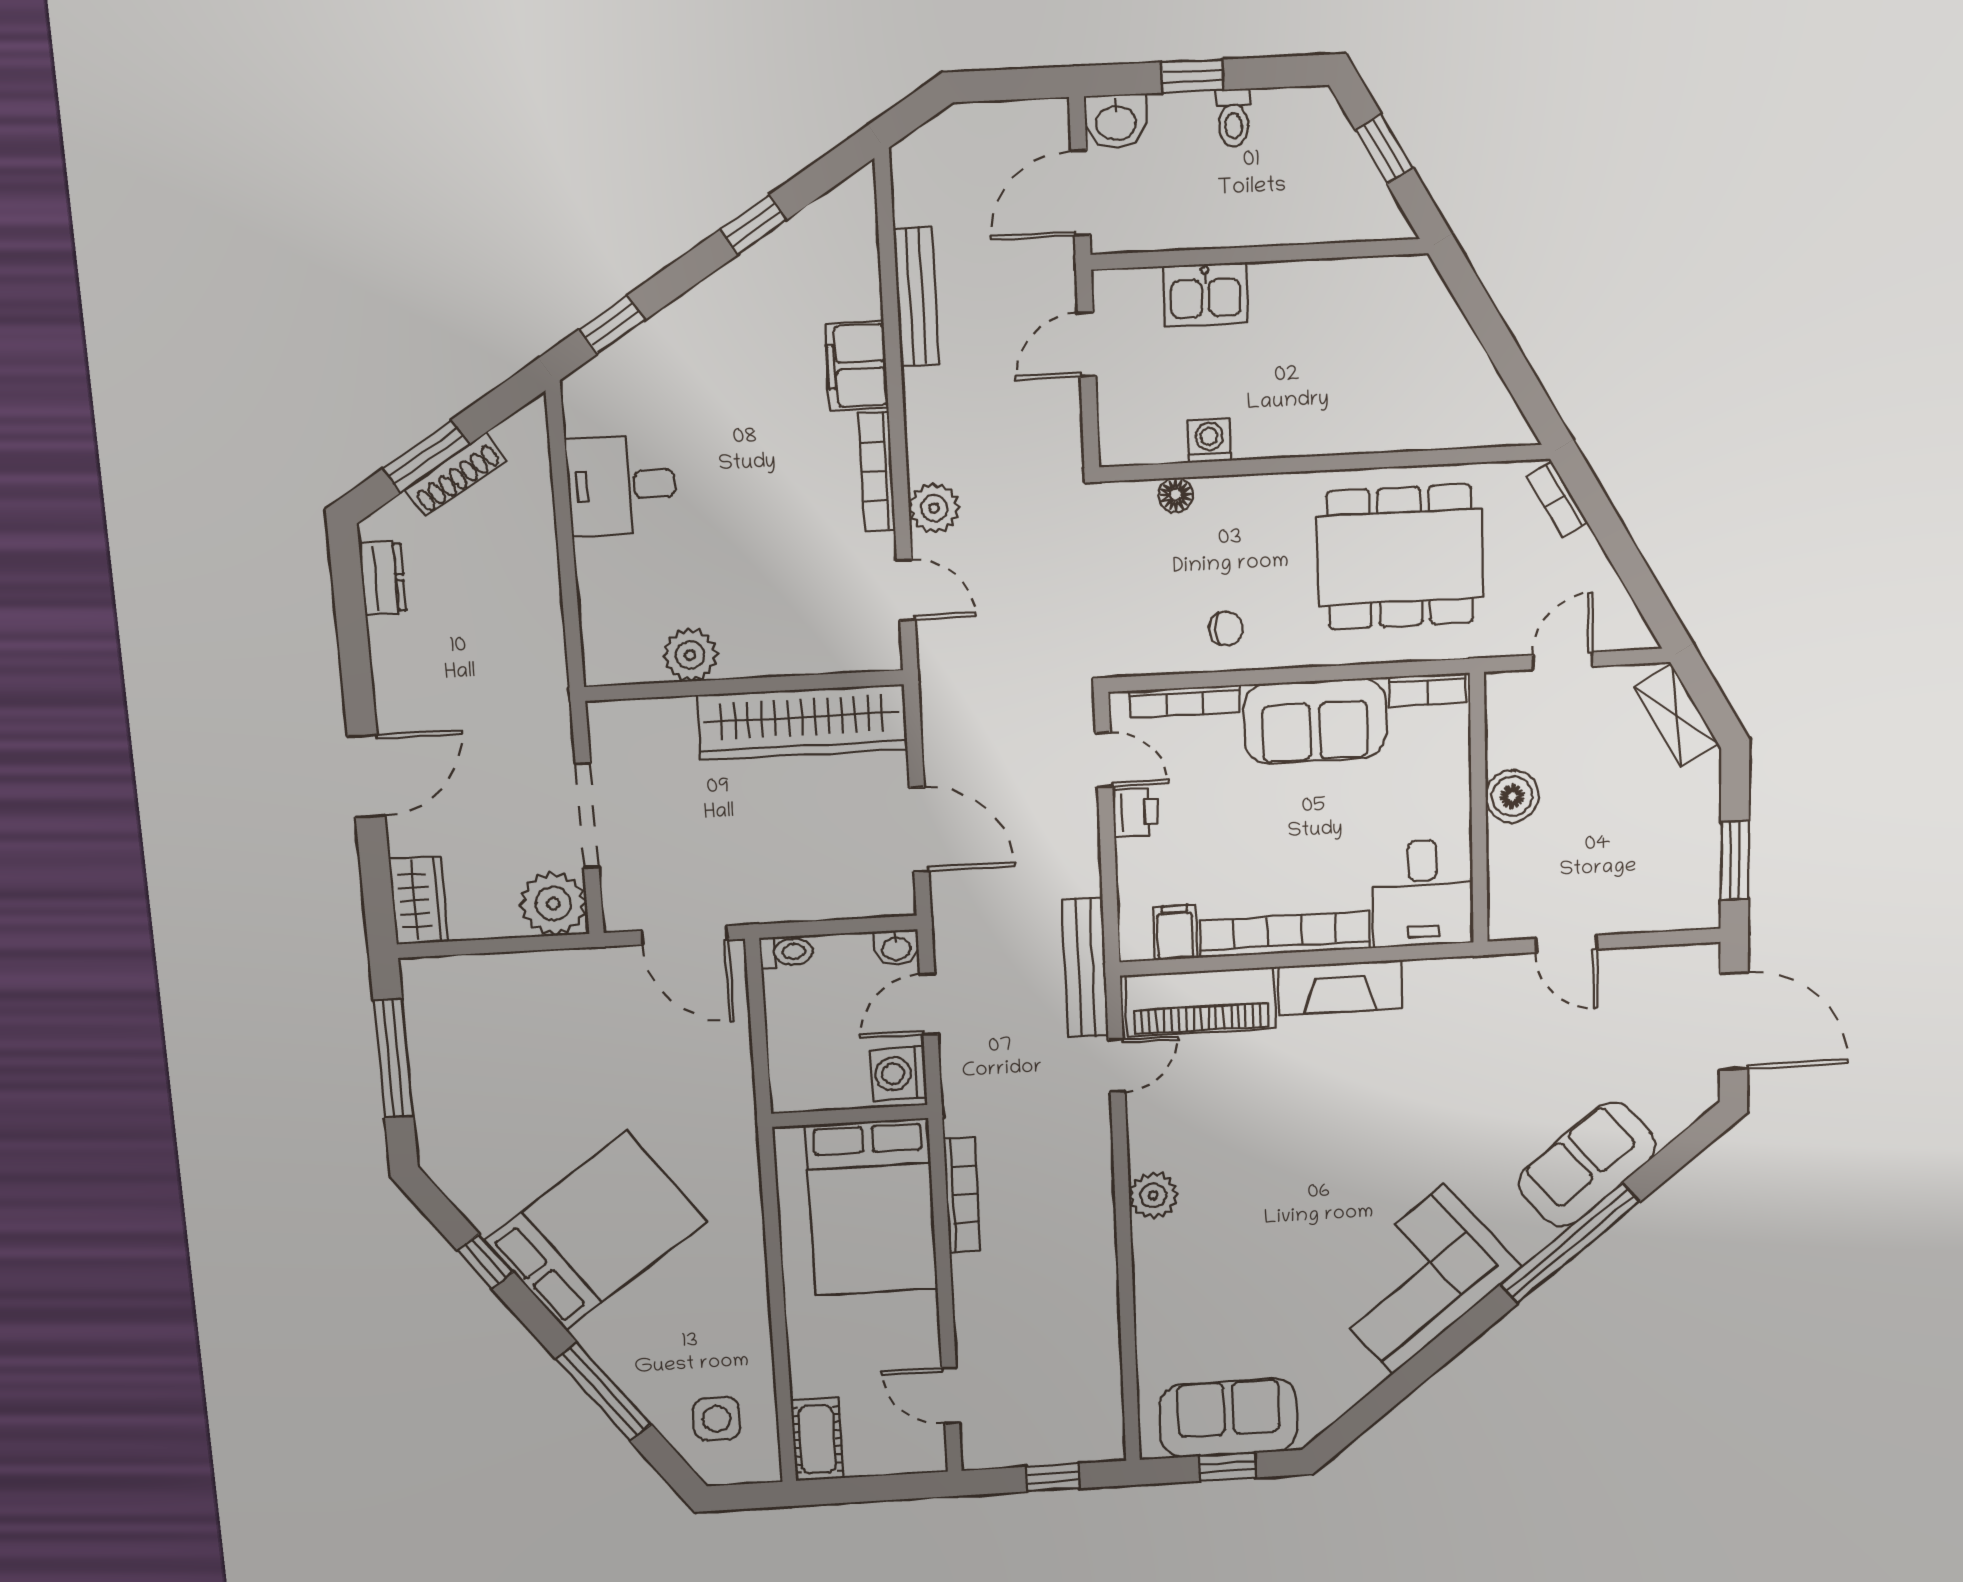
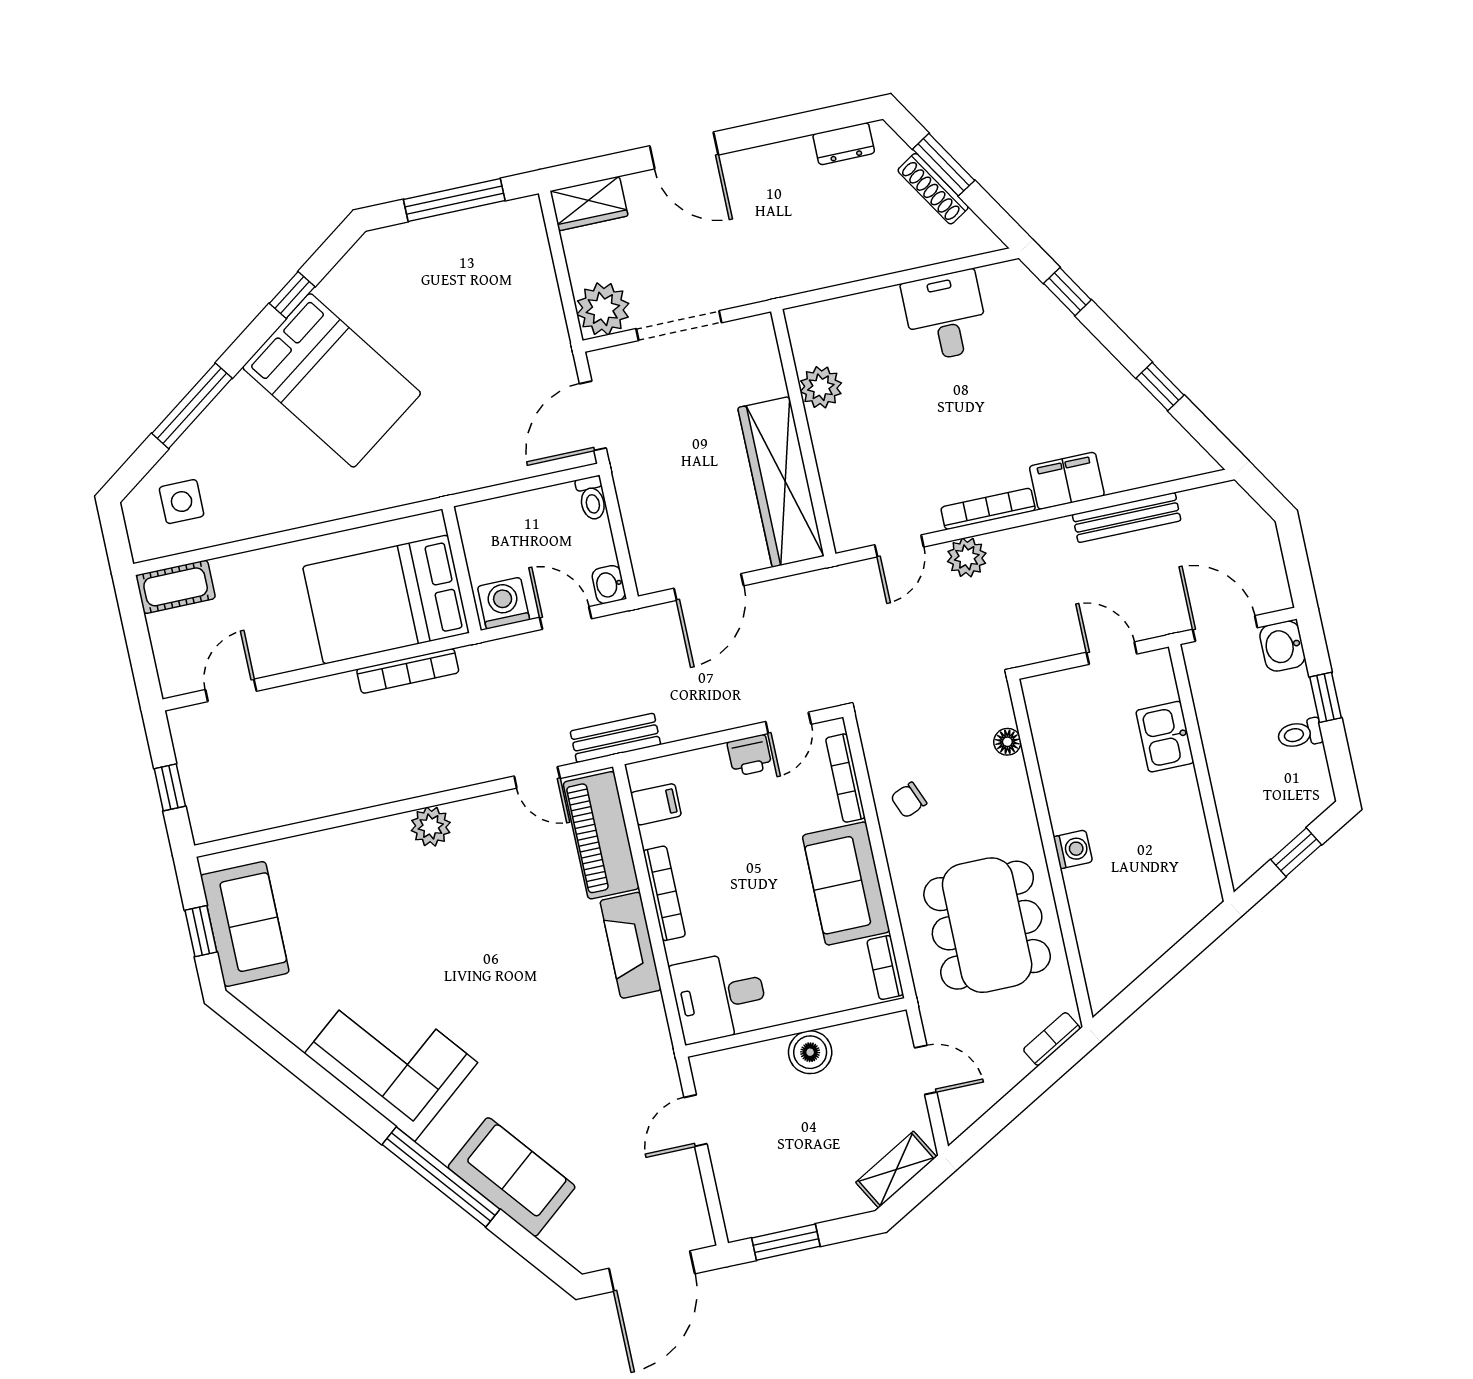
washing machine: (1209, 441) -> (1073, 849), moved
chair: (1226, 629) -> (909, 800), turned 68
bookcase: (1285, 935) -> (664, 893), width x0.68, depth x0.76
bench: (1085, 968) -> (615, 738), width x0.73

